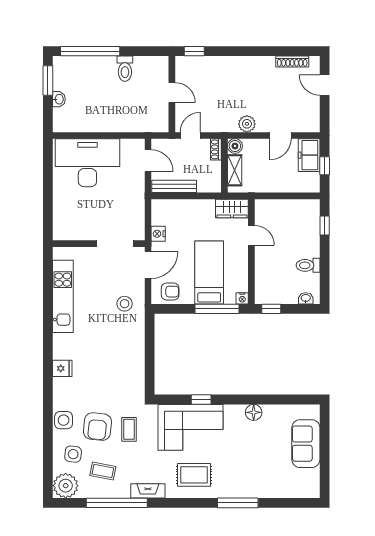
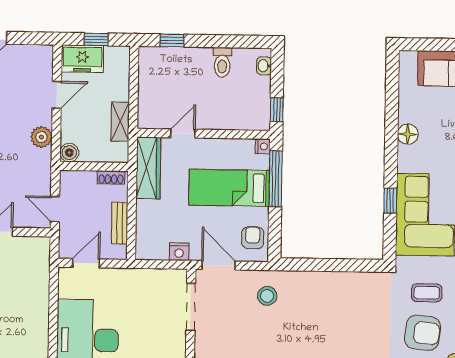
door: (280, 135) -> (57, 95), hinge flipped
shoe rack: (216, 149) -> (111, 177), moved
shelving: (235, 170) -> (120, 122), moved, turned 90
bench: (174, 186) -> (120, 223), width x0.73
wardrobe: (232, 208) -> (148, 168), width x1.50

